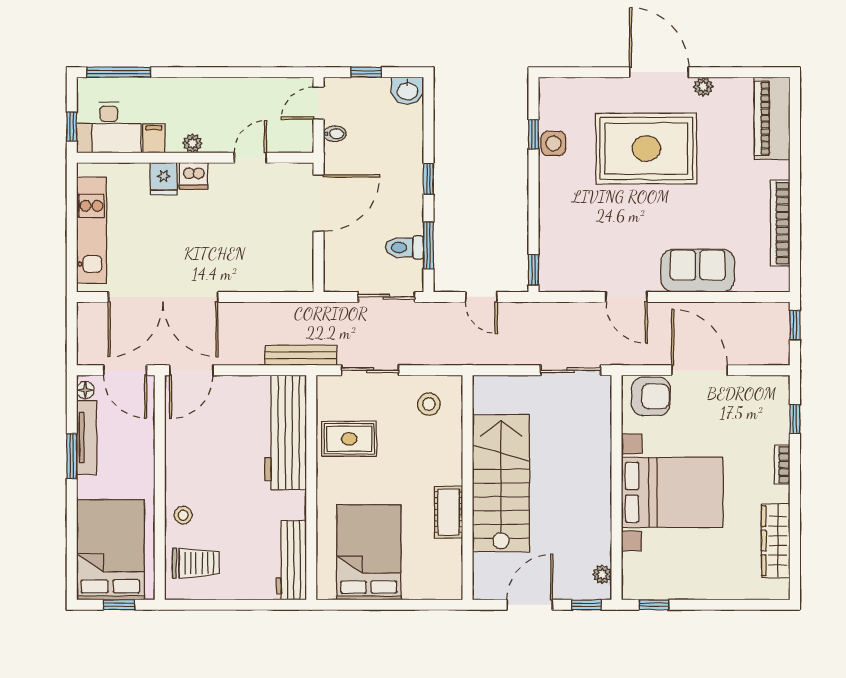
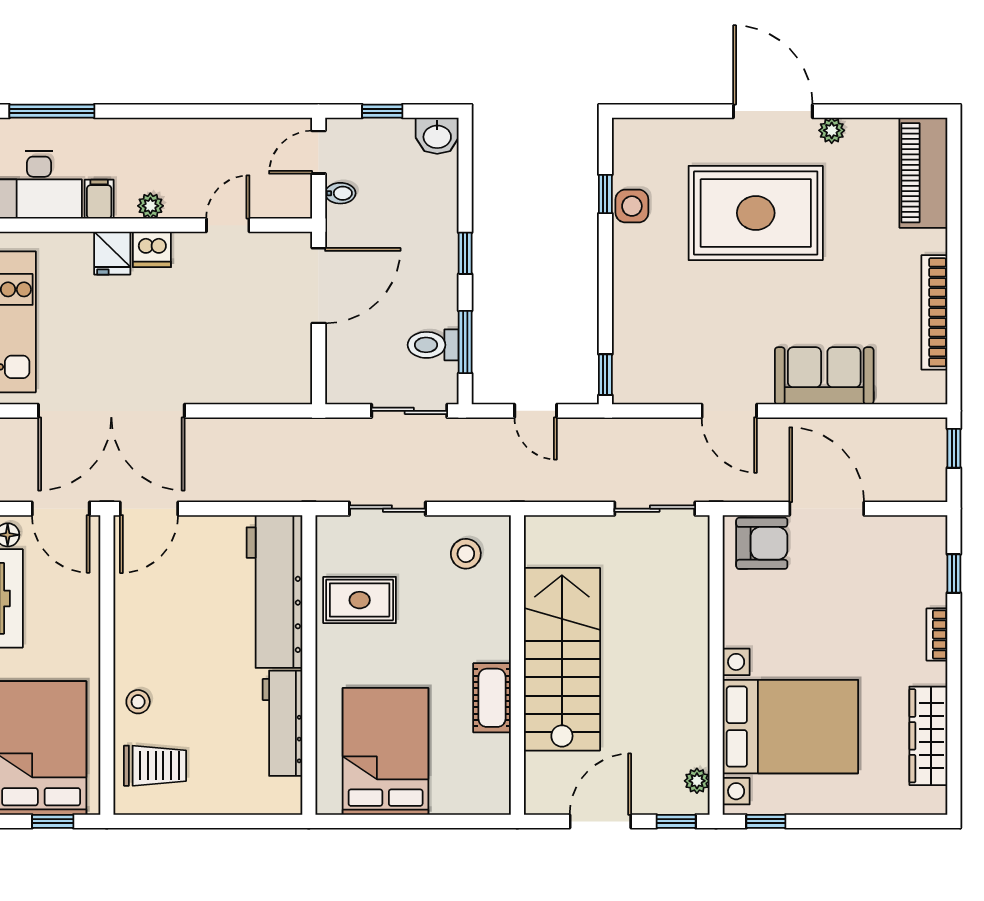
bench: (301, 355) -> (295, 489), removed
bed with nightstands: (672, 492) -> (790, 727), moved
workbench: (291, 560) -> (282, 723), moved

